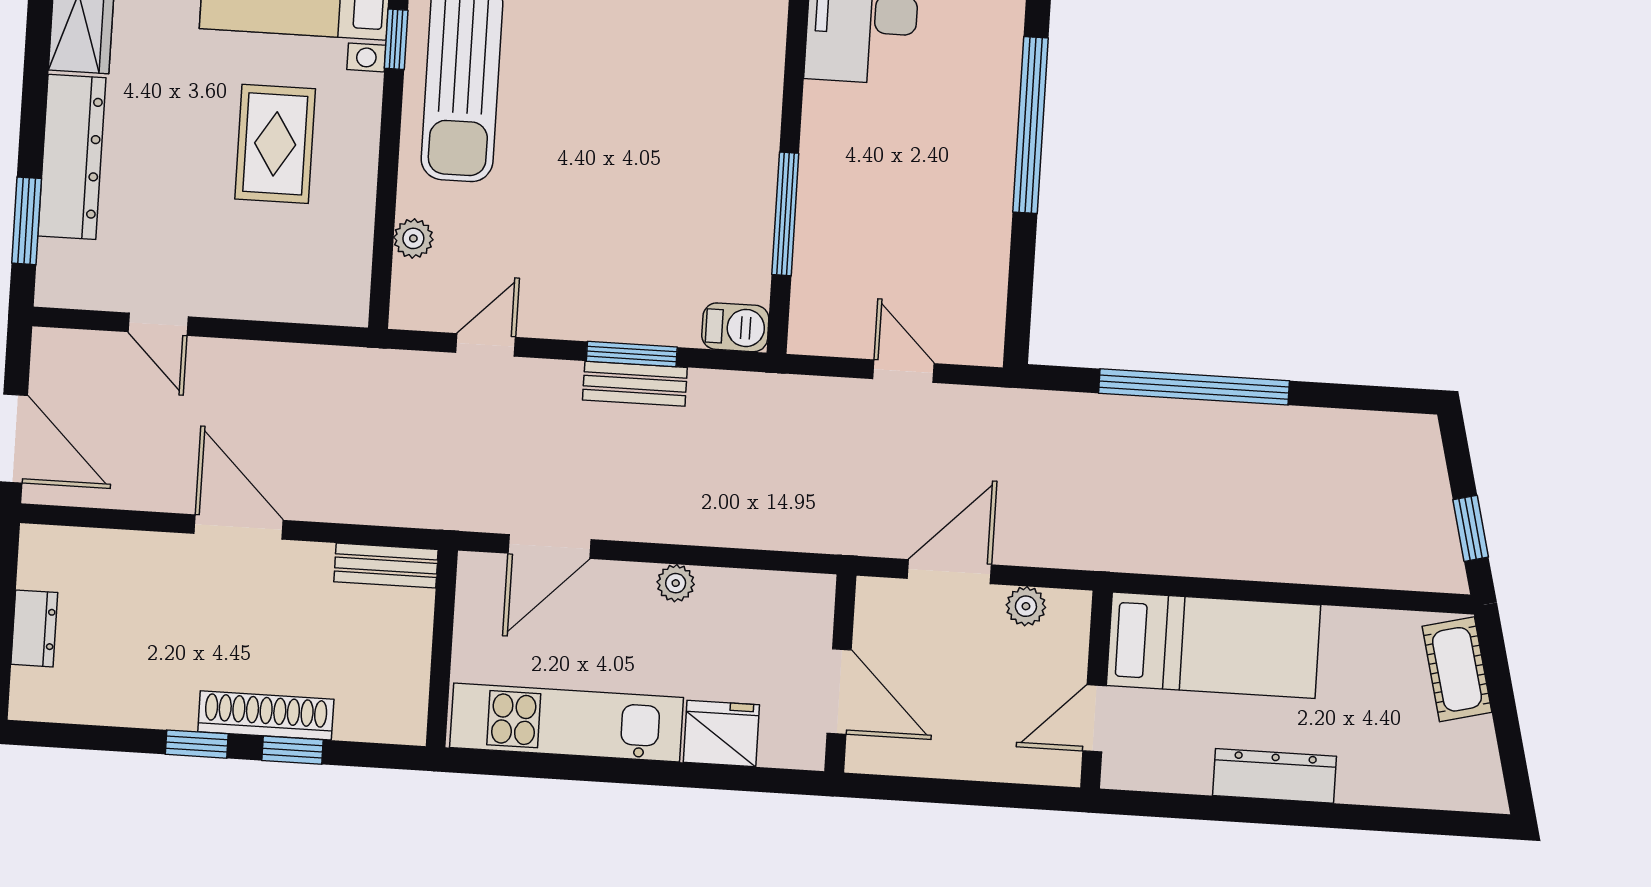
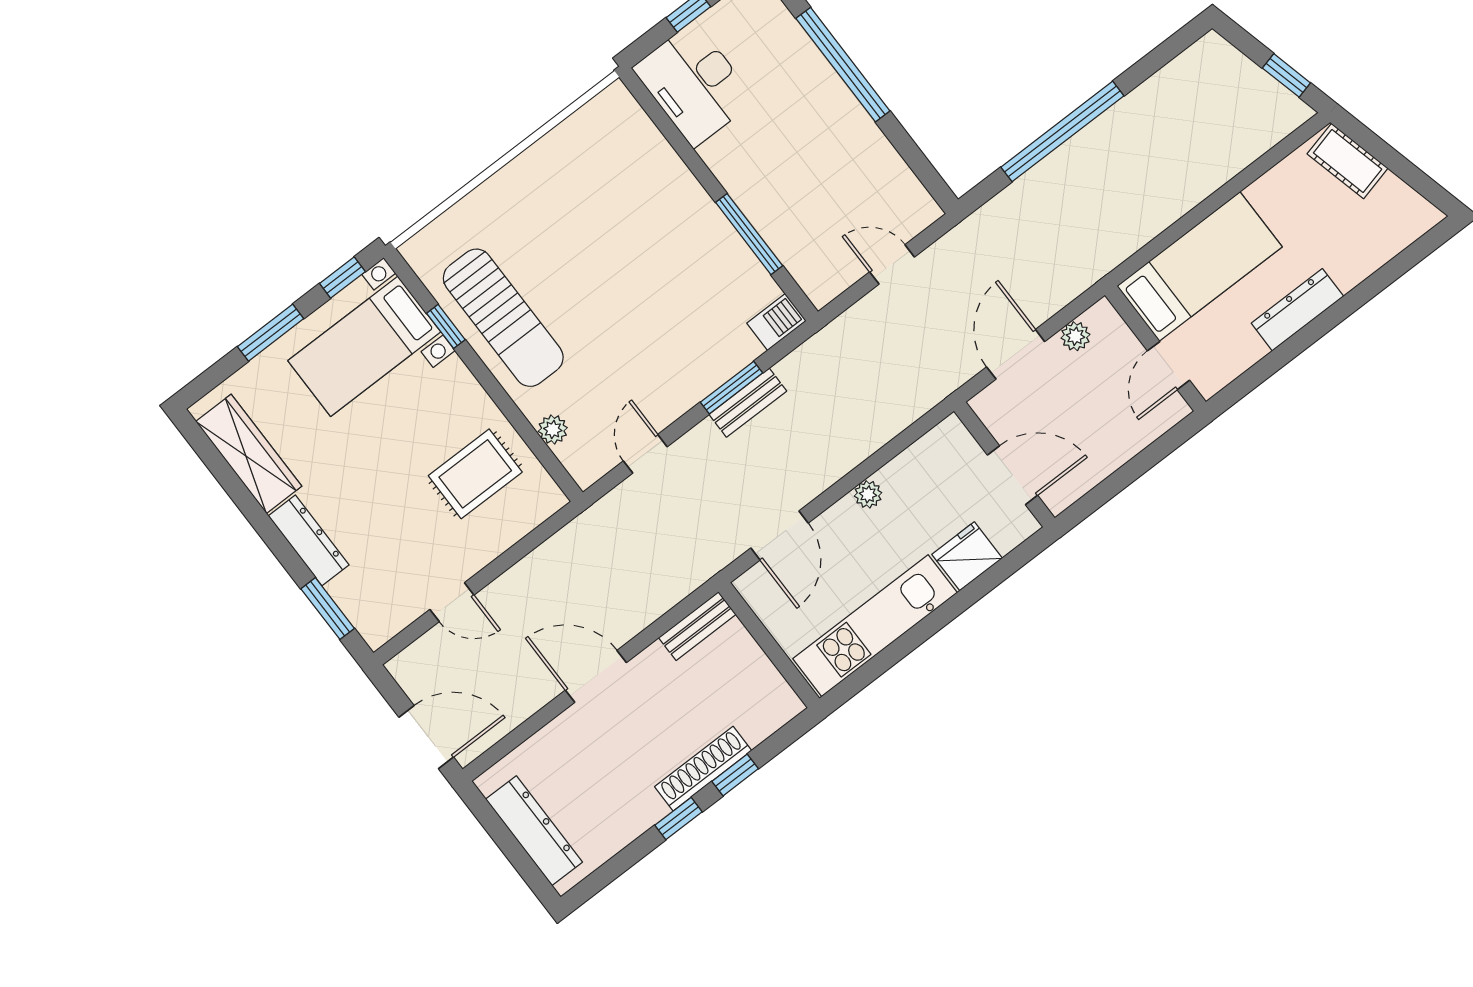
rug: (275, 144) -> (475, 474), moved, turned 90
dresser: (72, 157) -> (309, 540), width x0.73, depth x0.80
dresser: (34, 628) -> (534, 831), width x1.96, depth x1.24

